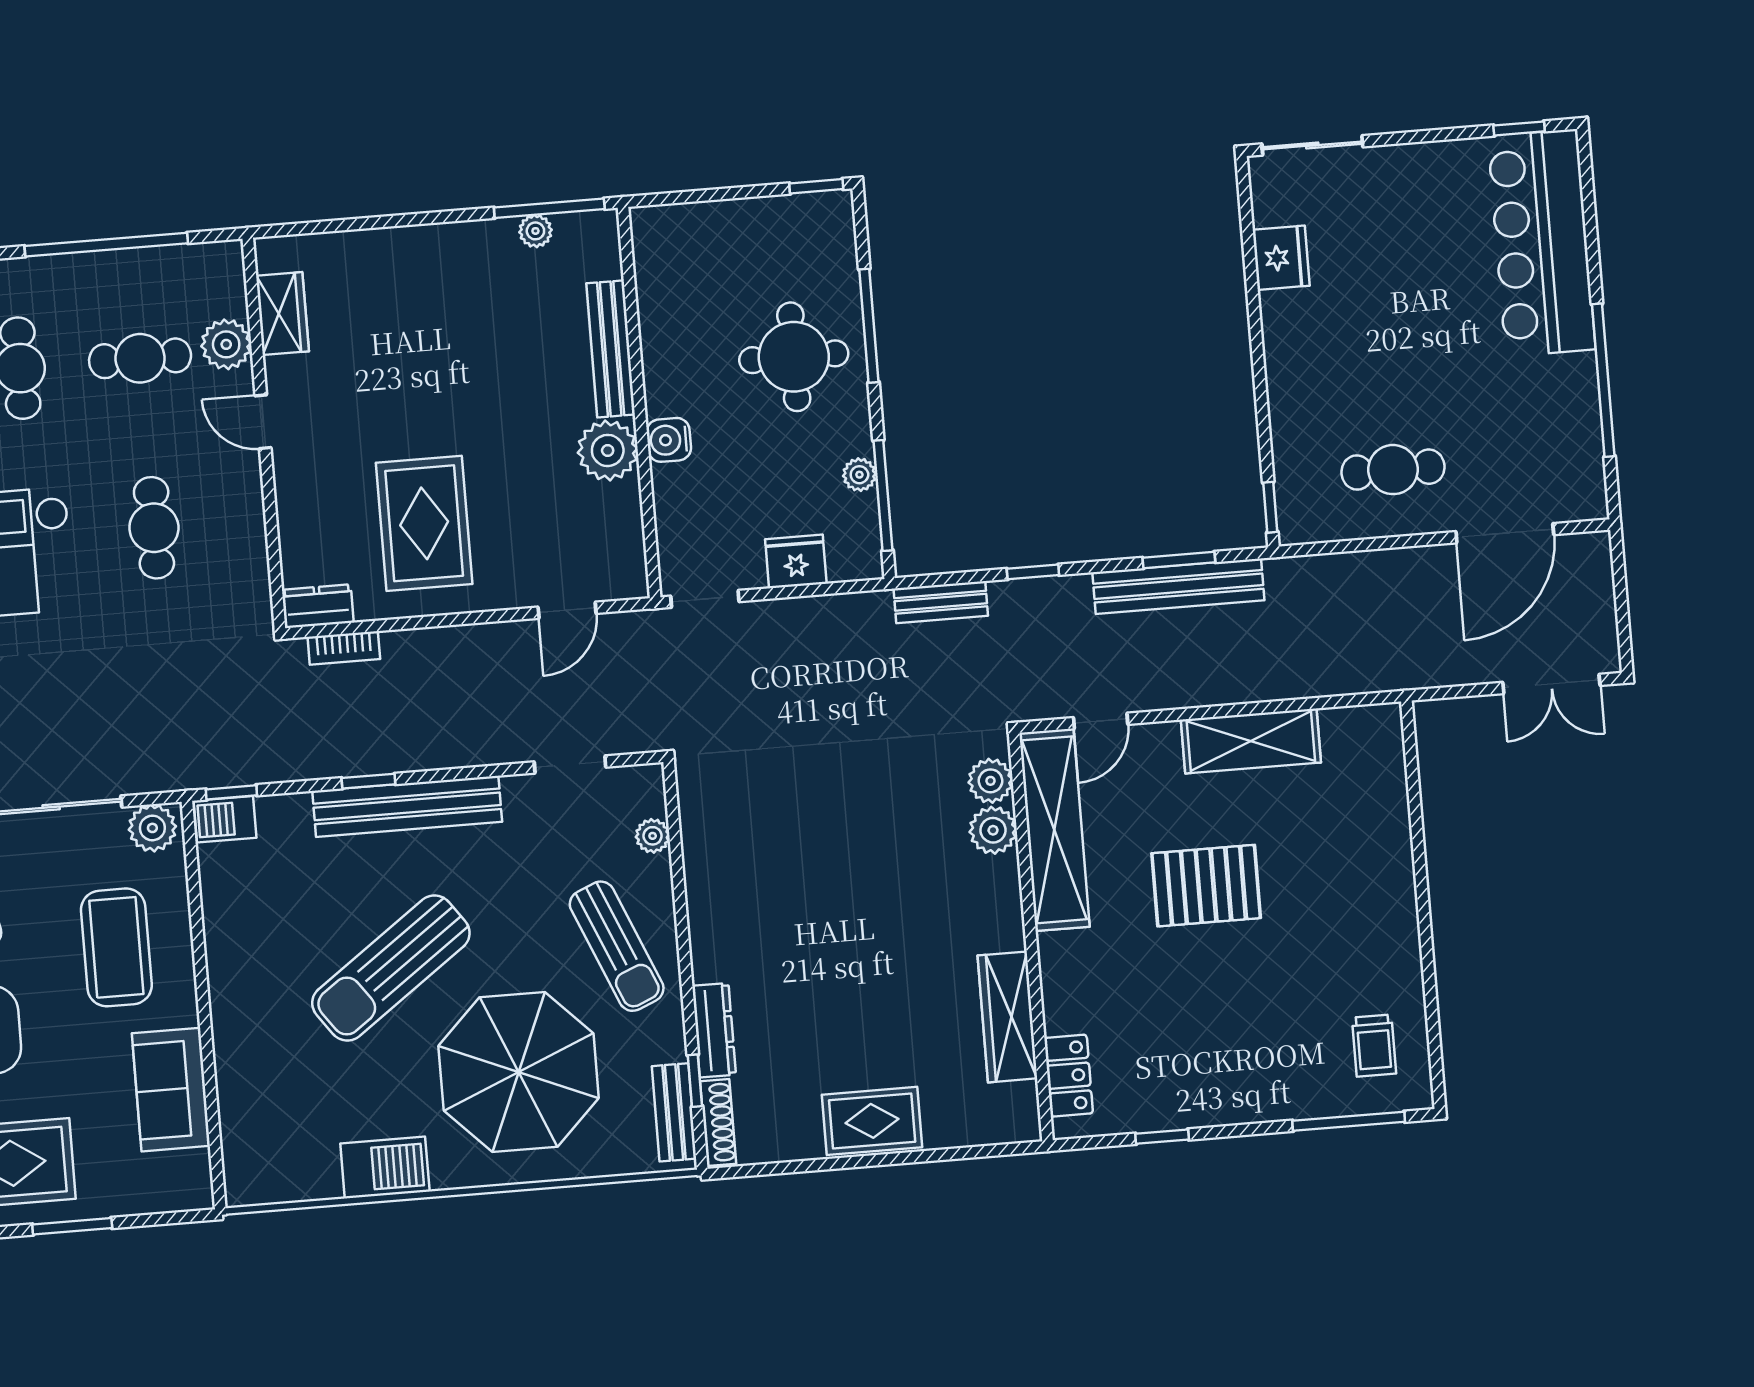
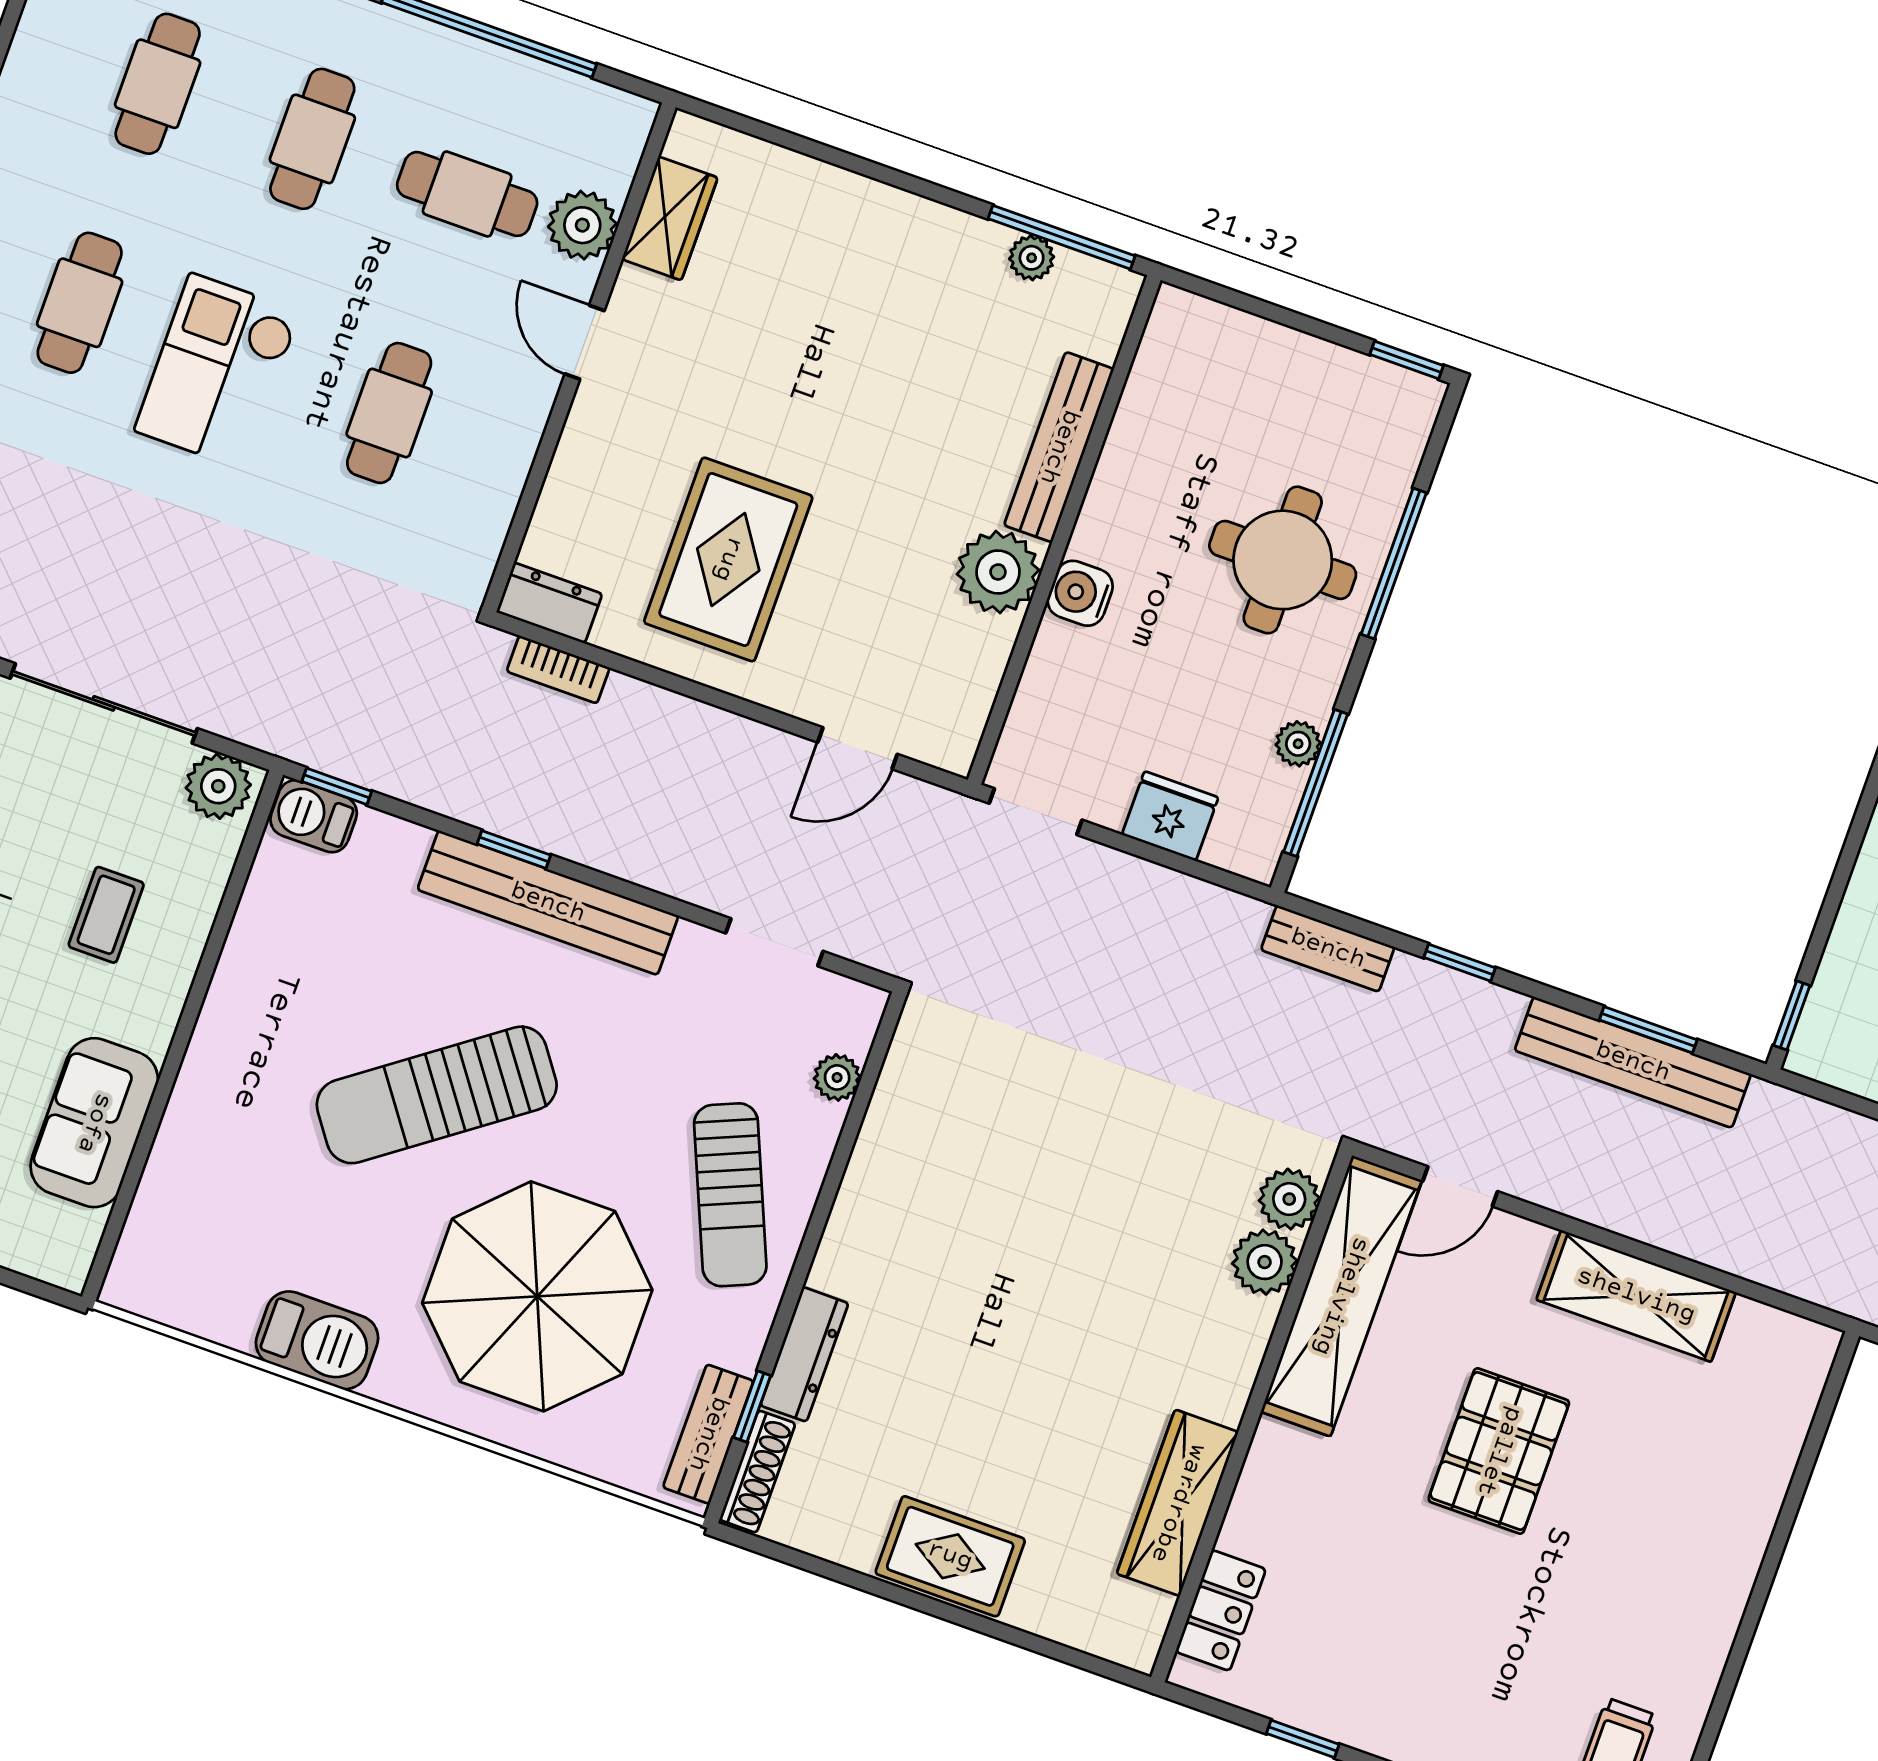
pallet: (1206, 886) -> (1499, 1451), turned 90
coffee table: (116, 947) -> (106, 915), width x0.54, depth x0.58

